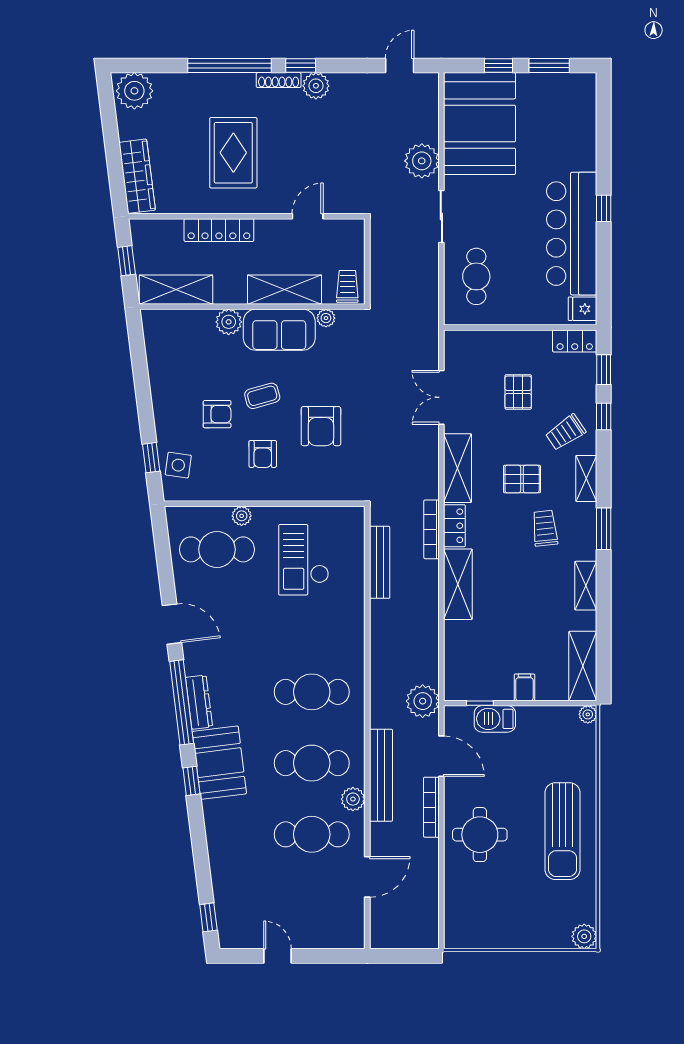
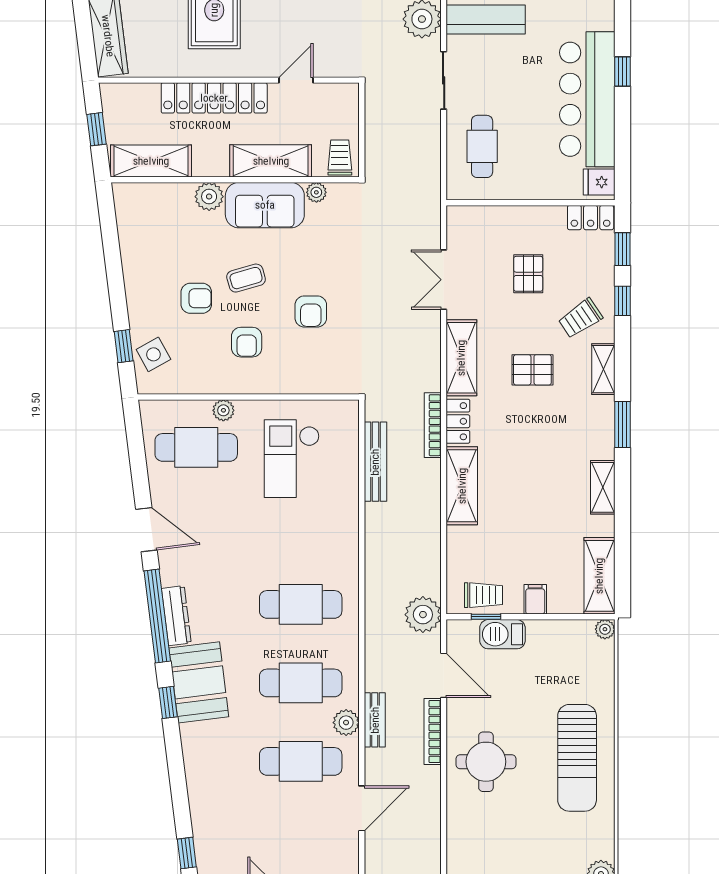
locker: (219, 230) -> (214, 98), width x1.41, depth x1.21
armchair: (321, 426) -> (311, 311), width x0.72, depth x0.72
side table: (178, 465) -> (153, 354), turned -37
trolley: (545, 528) -> (483, 595), moved, turned 96
bench: (381, 775) -> (375, 720), width x0.54, depth x0.82

